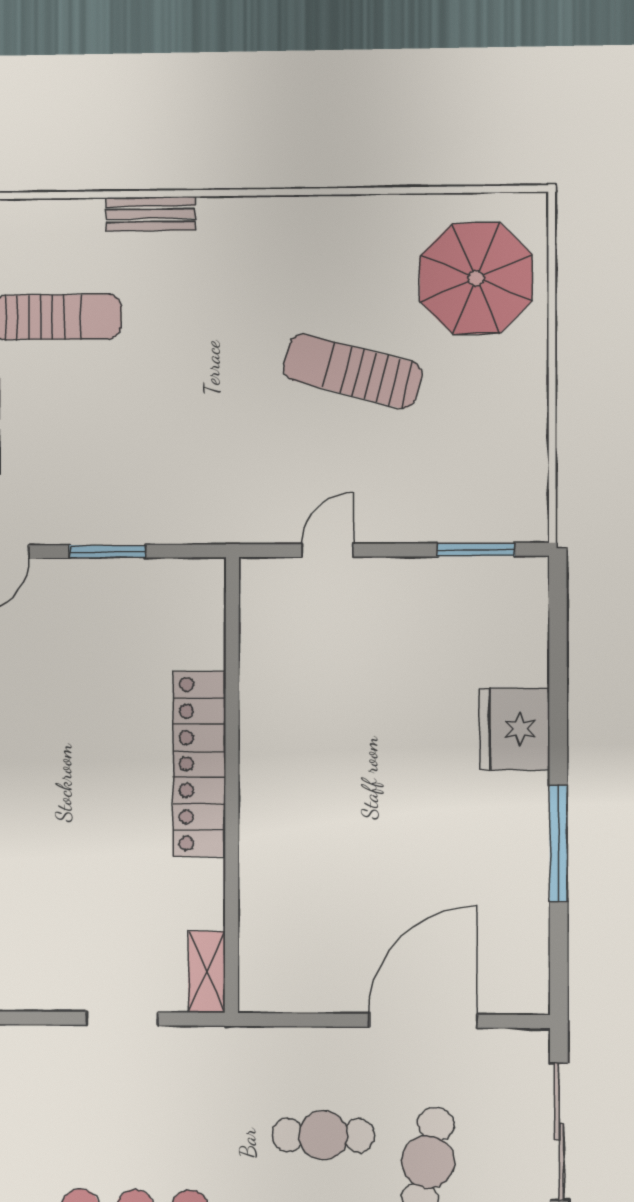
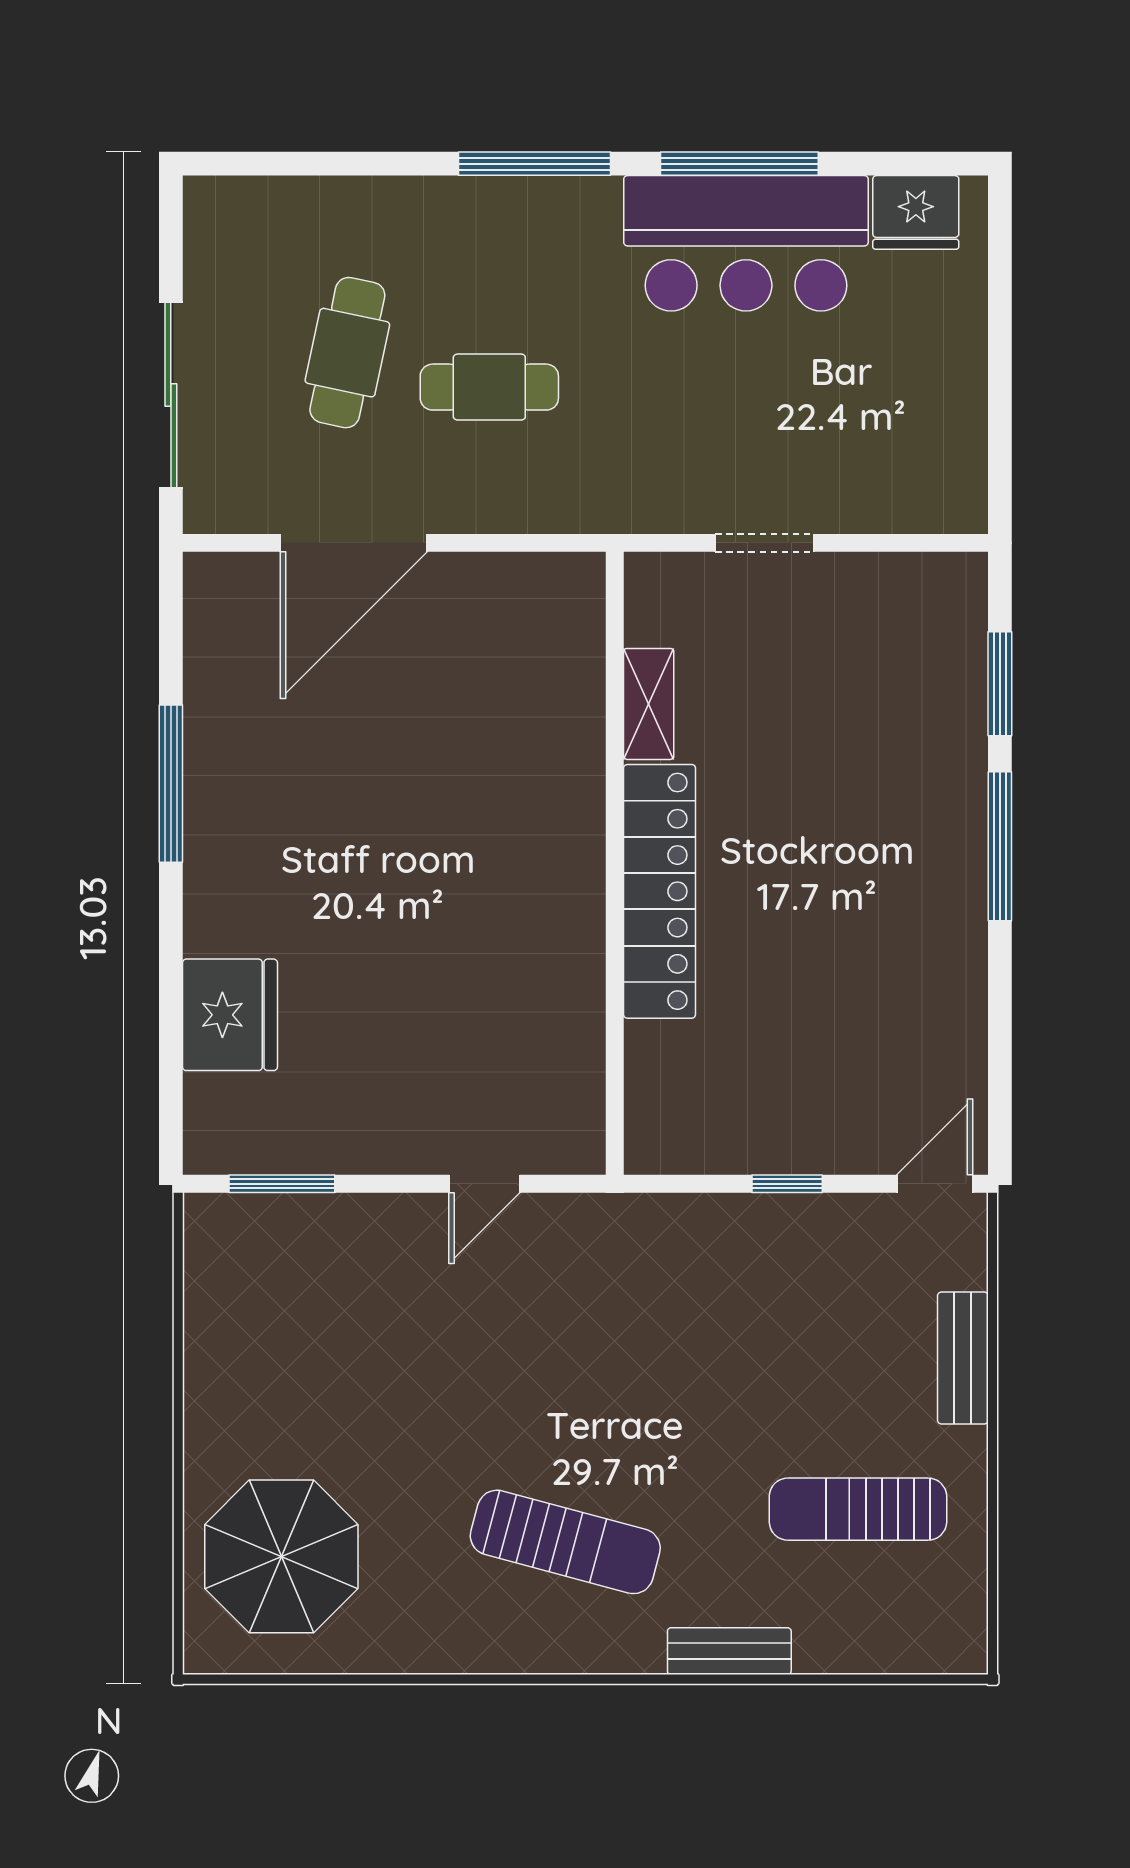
sun lounger: (353, 371) -> (565, 1542), moved
window: (108, 551) -> (787, 1184), width x0.67
fridge: (514, 729) -> (230, 1015), moved
shelving: (207, 972) -> (649, 704), moved

